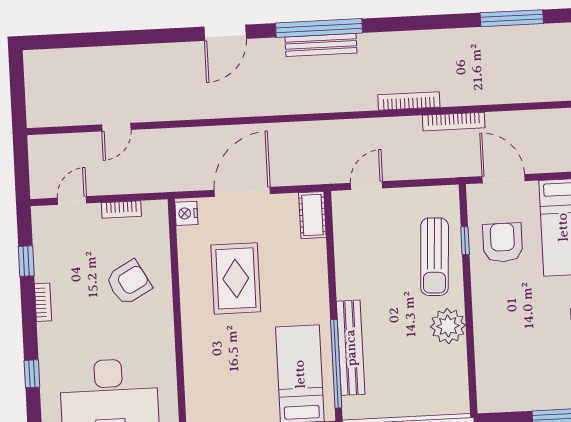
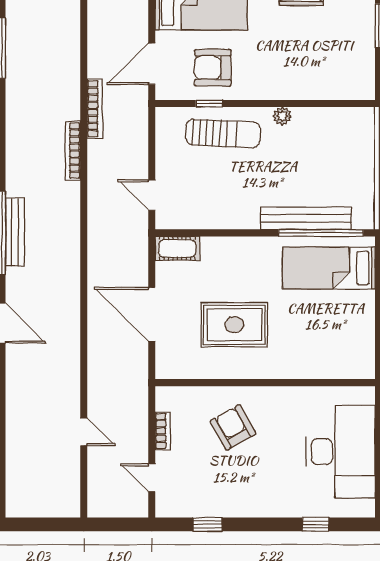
nightstand: (186, 213) -> (170, 369), removed
bookcase: (43, 302) -> (248, 510), removed
plant: (448, 326) -> (282, 116), width x0.53, depth x0.53

